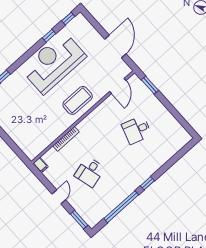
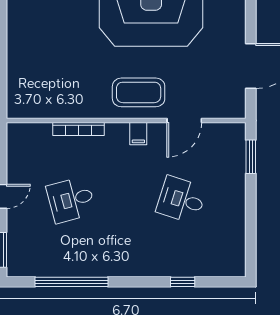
door: (118, 86) -> (184, 120), moved
filing cabinet: (41, 165) -> (138, 134), moved
window: (147, 183) -> (183, 282), moved

